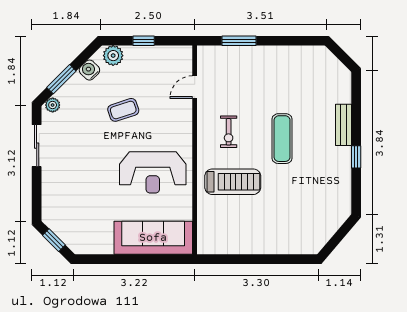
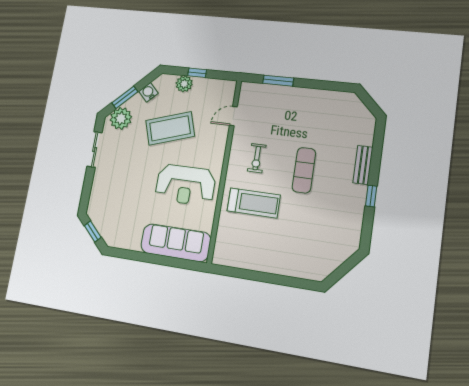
plant: (113, 56) -> (184, 84), moved
plant: (53, 105) -> (121, 118), width x1.87, depth x1.87
coffee table: (123, 110) -> (170, 128), width x1.86, depth x1.72

